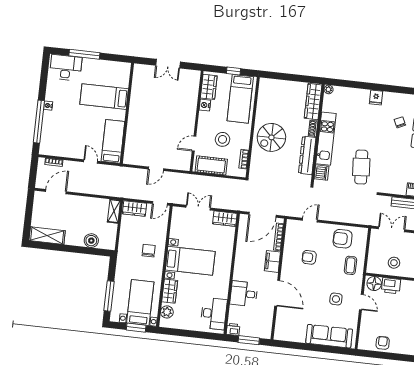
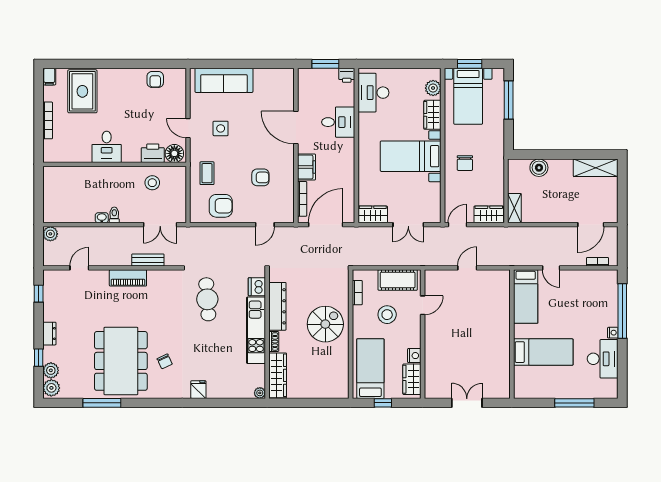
desk: (66, 68) -> (603, 359), moved, turned -90

